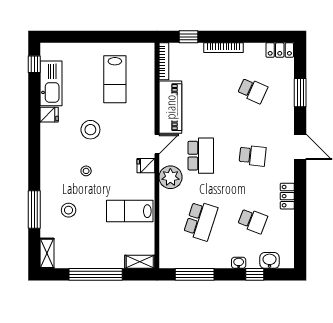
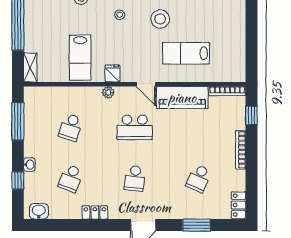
lab bench: (115, 79) -> (186, 53), moved
fridge: (146, 166) -> (112, 73), moved
plant: (170, 177) -> (108, 92), width x0.53, depth x0.53
lab bench: (130, 211) -> (80, 58), turned 180
school desk: (201, 221) -> (71, 127), width x0.54
washbasin: (270, 260) -> (39, 211), moved, turned -90

